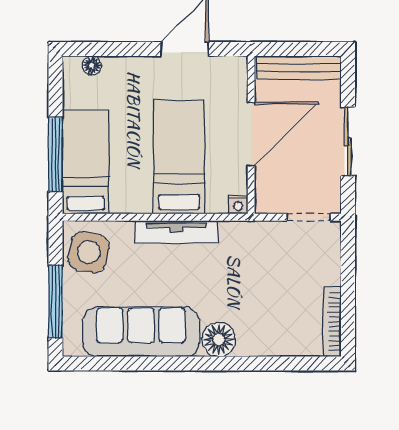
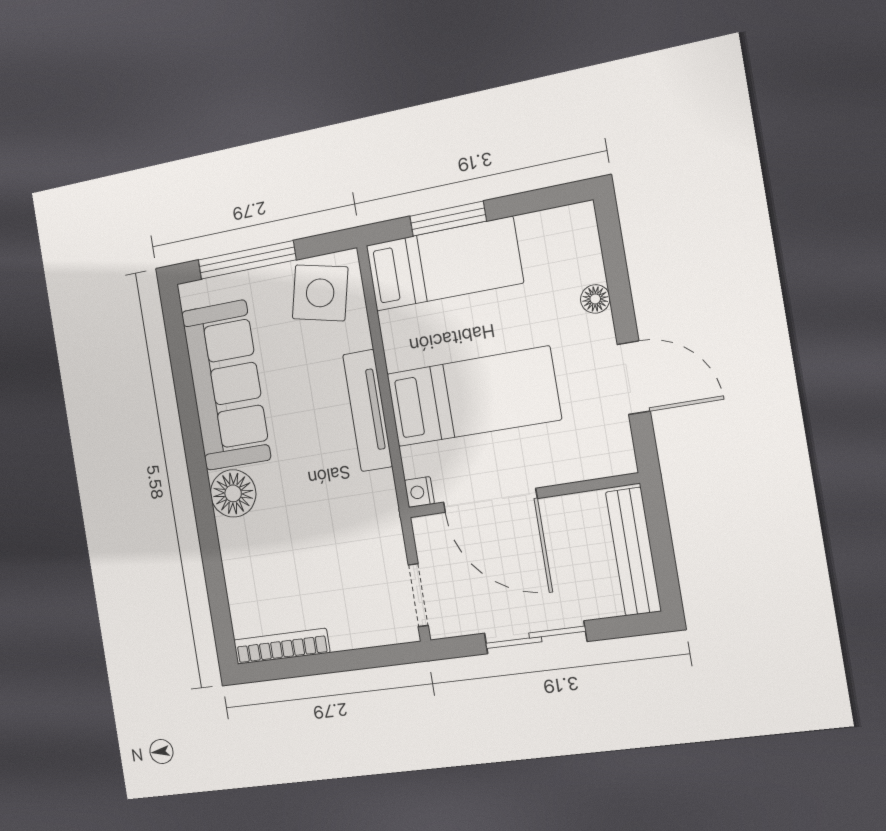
floor lamp: (92, 66) -> (595, 299), moved
door: (251, 134) -> (490, 500), moved
window: (55, 154) -> (448, 219), width x0.69

